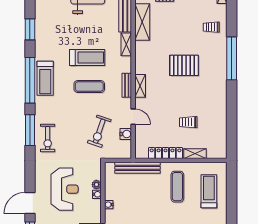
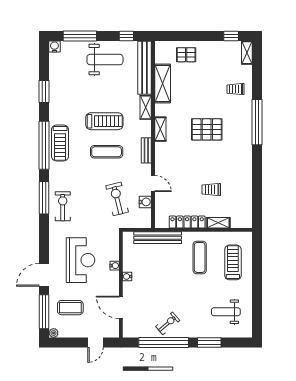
shelving: (140, 86) -> (160, 129), moved
exercise bike: (99, 131) -> (117, 199), turned 147
exercise bike: (48, 138) -> (63, 206), turned 180
plant: (96, 185) -> (114, 255), removed

